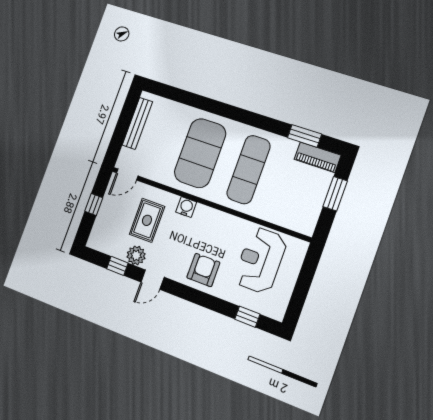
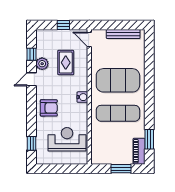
water cooler: (186, 207) -> (82, 97), moved
rug: (147, 220) -> (66, 63), turned 90
door: (153, 280) -> (32, 79), hinge flipped

